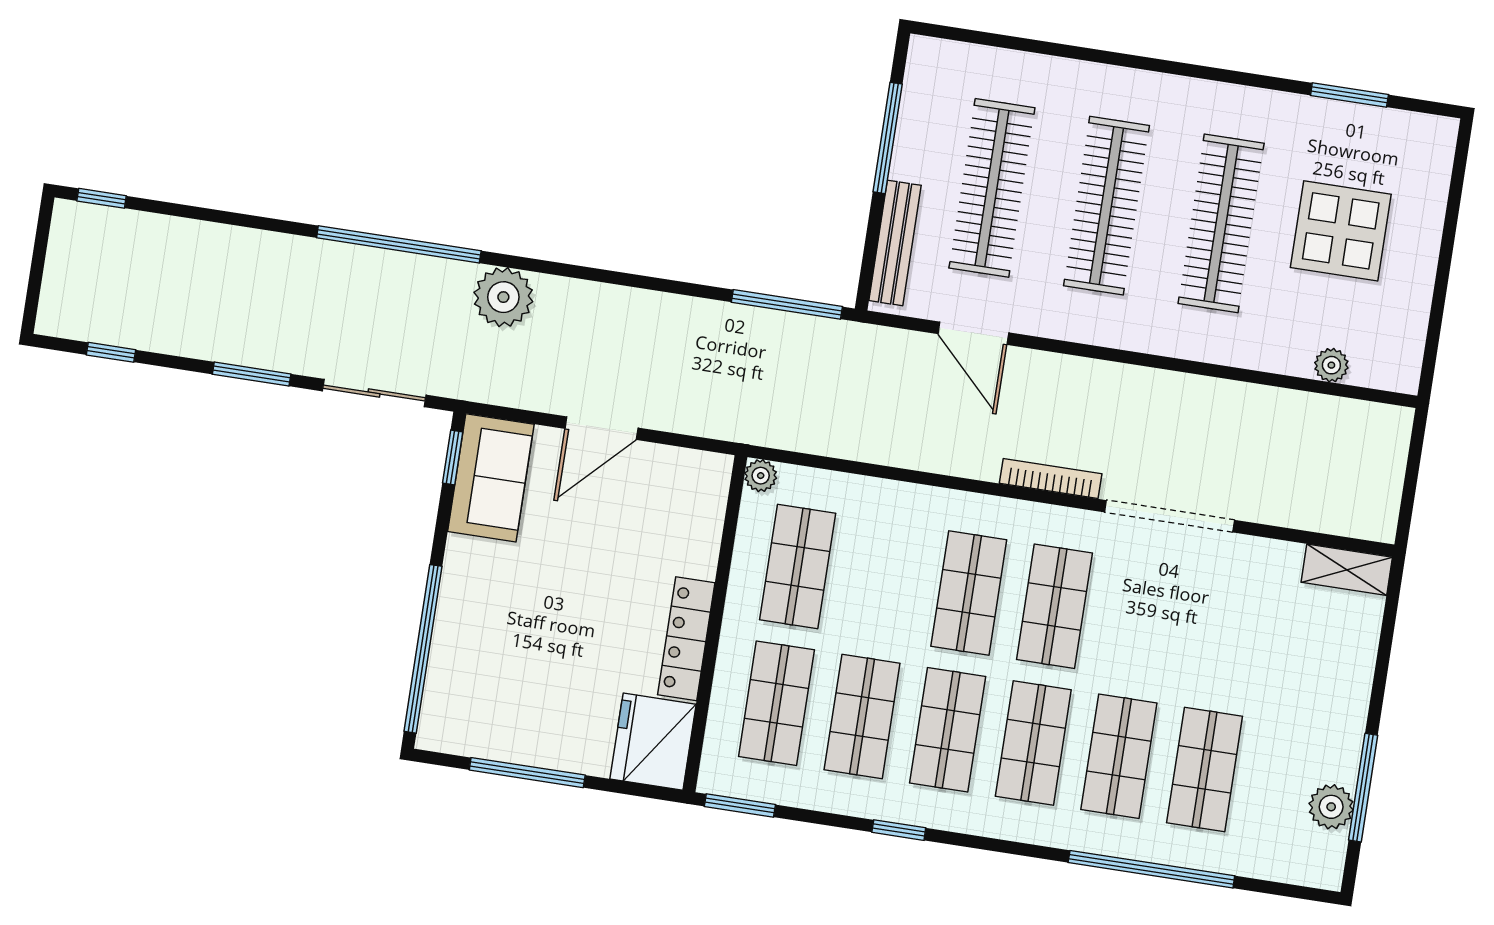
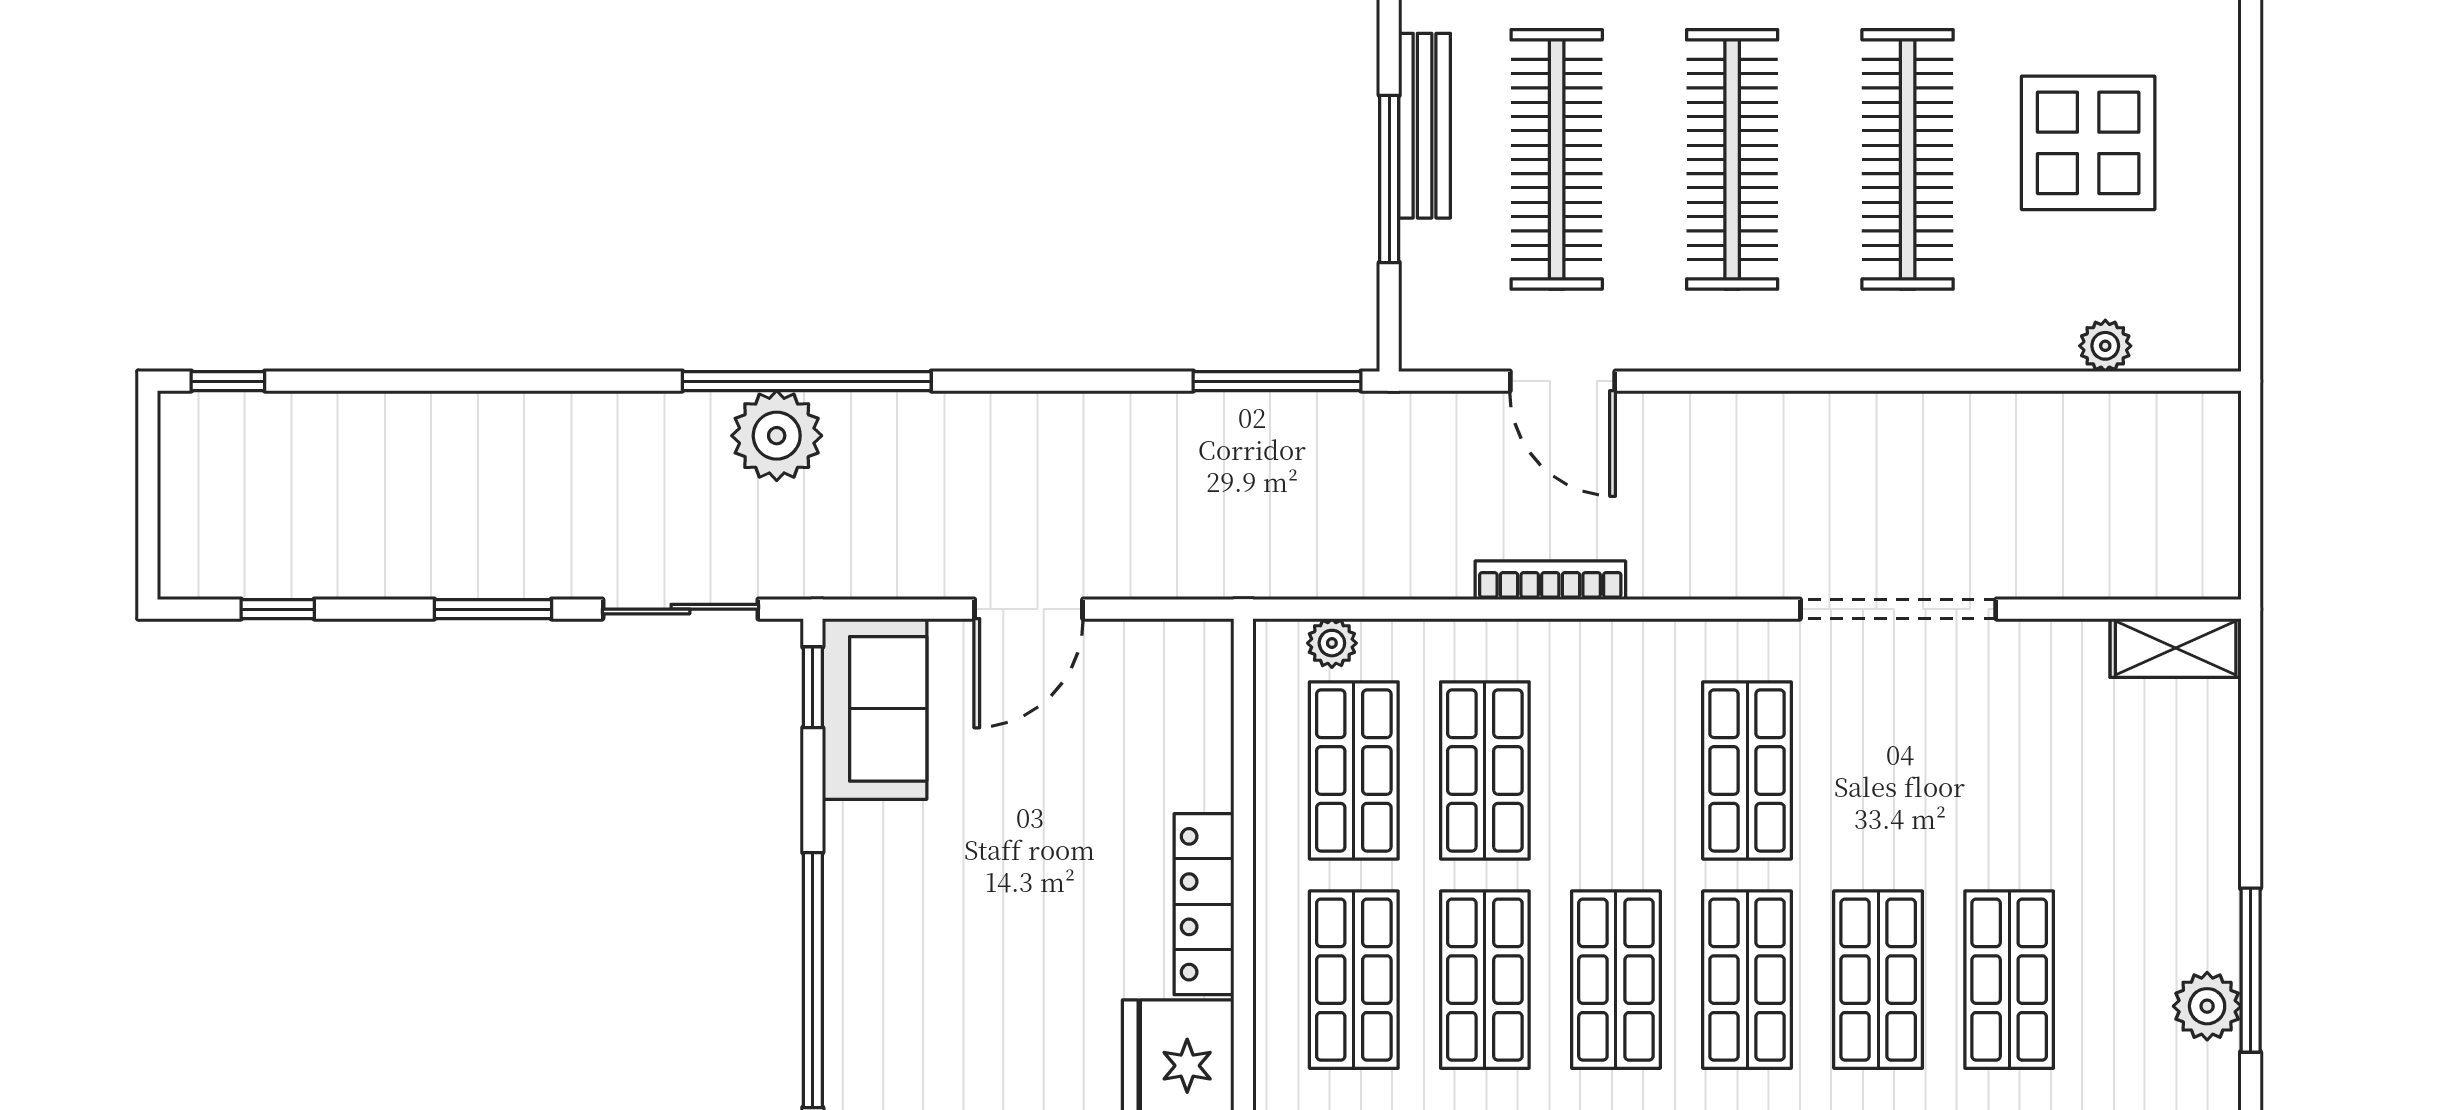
window: (888, 138) -> (1389, 179), moved
bench: (895, 243) -> (1425, 126), moved
window: (399, 244) -> (807, 381), moved
plant: (503, 297) -> (777, 436), moved
plant: (761, 476) -> (1332, 643), moved
bookcase: (1051, 479) -> (1550, 580), moved
shop shelf: (969, 593) -> (1485, 770), moved

